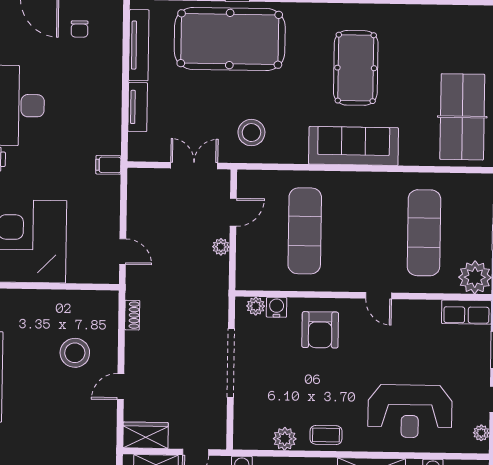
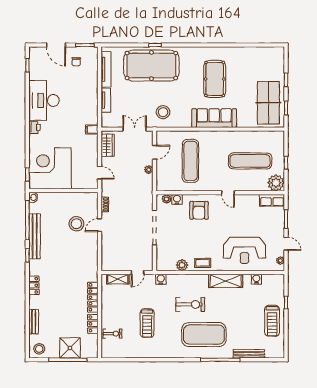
exercise mat: (424, 233) -> (250, 161), turned 90
door: (121, 387) -> (100, 225), moved
wardrobe: (146, 435) -> (108, 145), moved, turned 90

